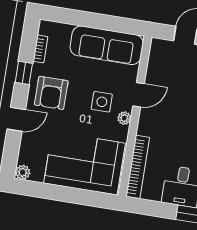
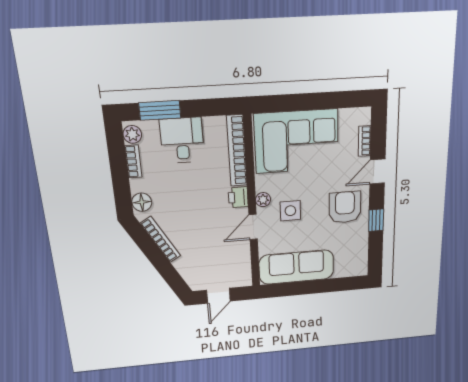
bookcase: (40, 49) -> (365, 141), moved
printer: (146, 126) -> (238, 197), added
plant: (23, 172) -> (363, 116), removed

